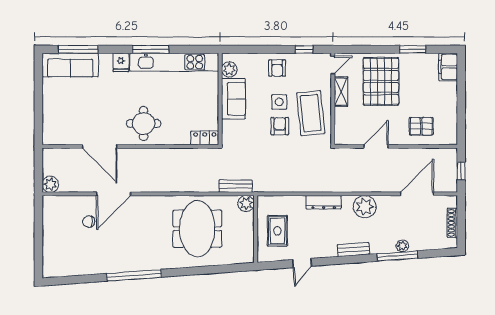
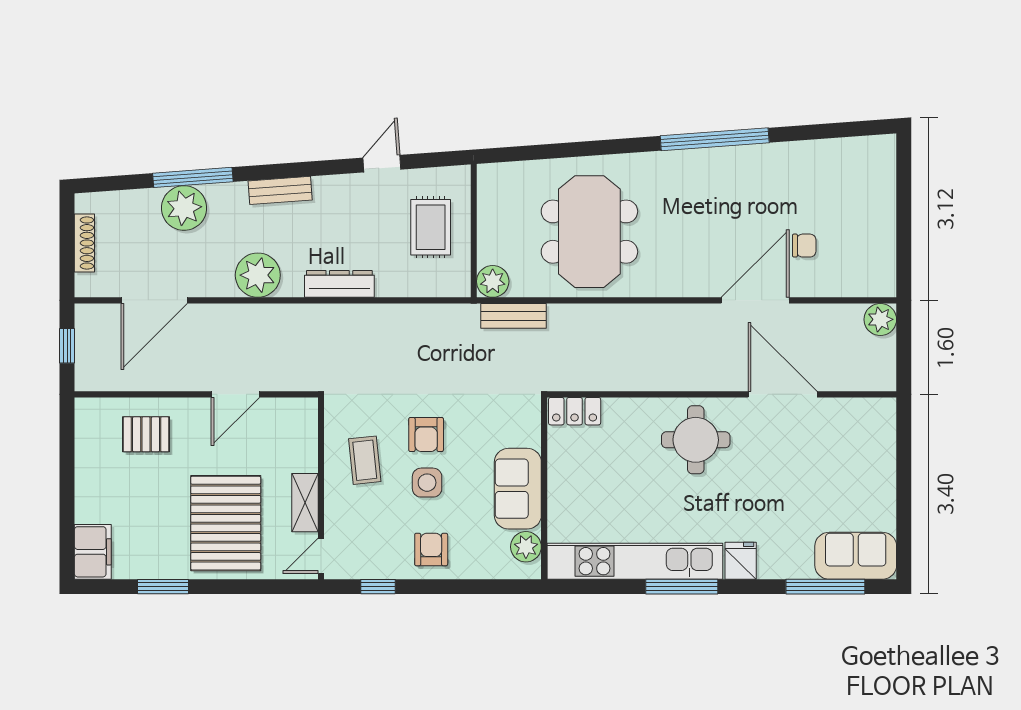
sofa: (70, 65) -> (856, 556), width x0.73
coffee table: (311, 113) -> (365, 460), width x0.54, depth x0.58
plant: (402, 246) -> (184, 208), width x1.88, depth x1.88

